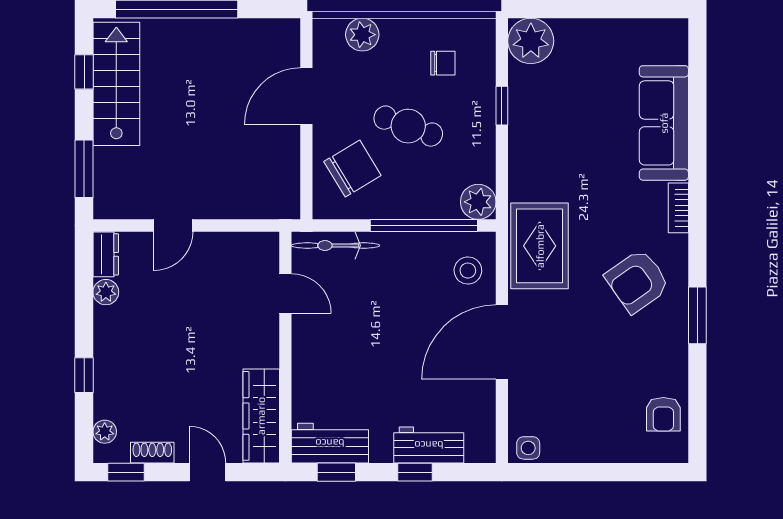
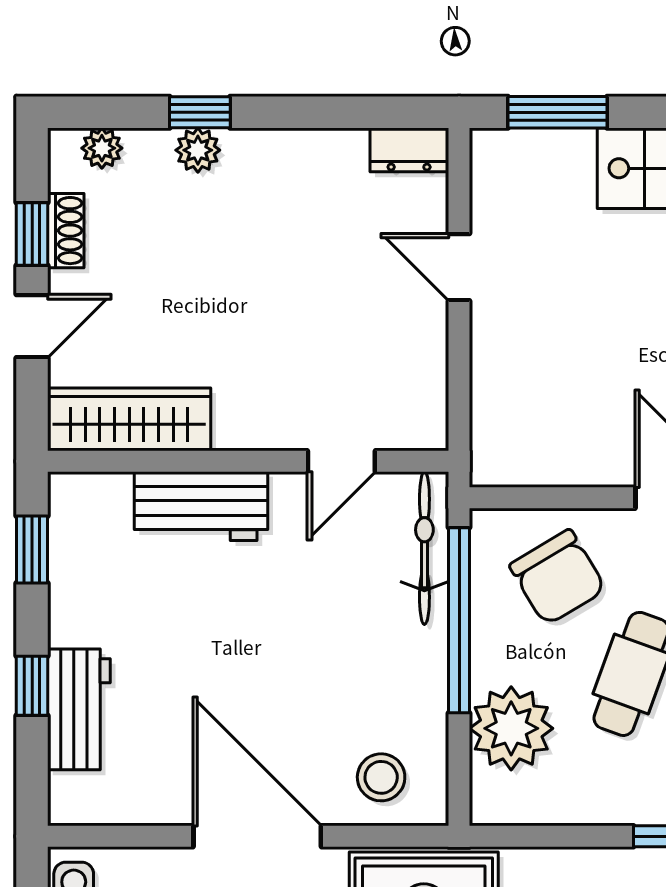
plant: (478, 202) -> (511, 728), moved, width x1.36, depth x1.36
window: (424, 226) -> (459, 620), moved
plant: (106, 292) -> (198, 150), moved
workbench: (330, 443) -> (201, 506), moved, turned 90
window: (126, 472) -> (32, 234), moved

